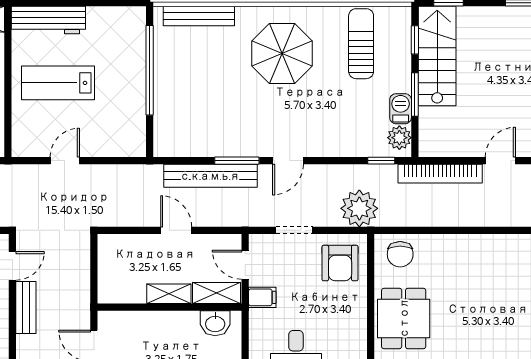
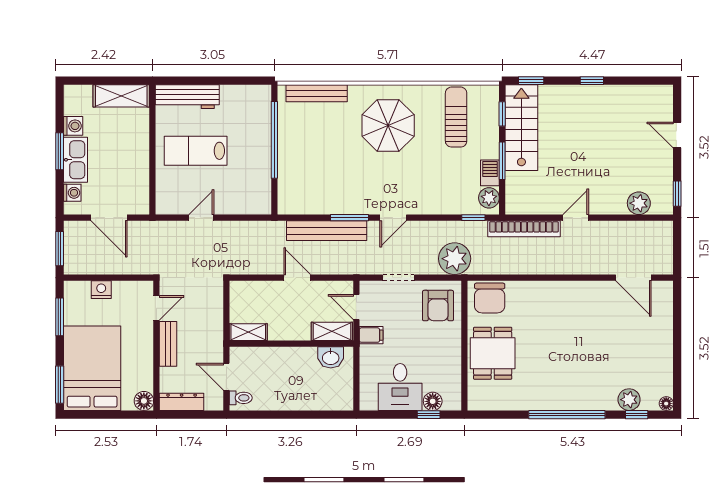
chair: (400, 254) -> (490, 298), width x1.37, depth x1.37
shelving: (169, 294) -> (248, 332), moved

